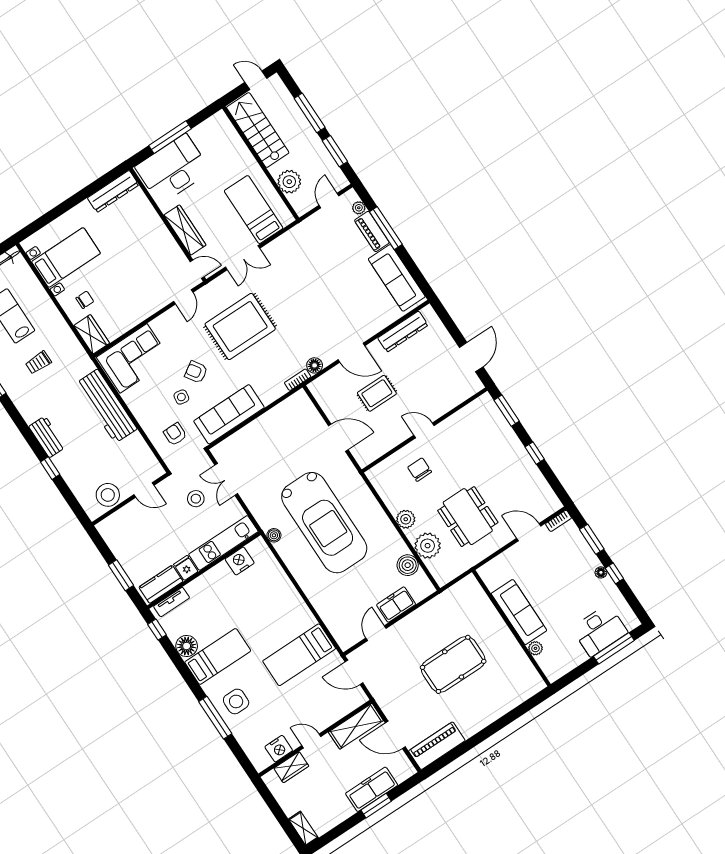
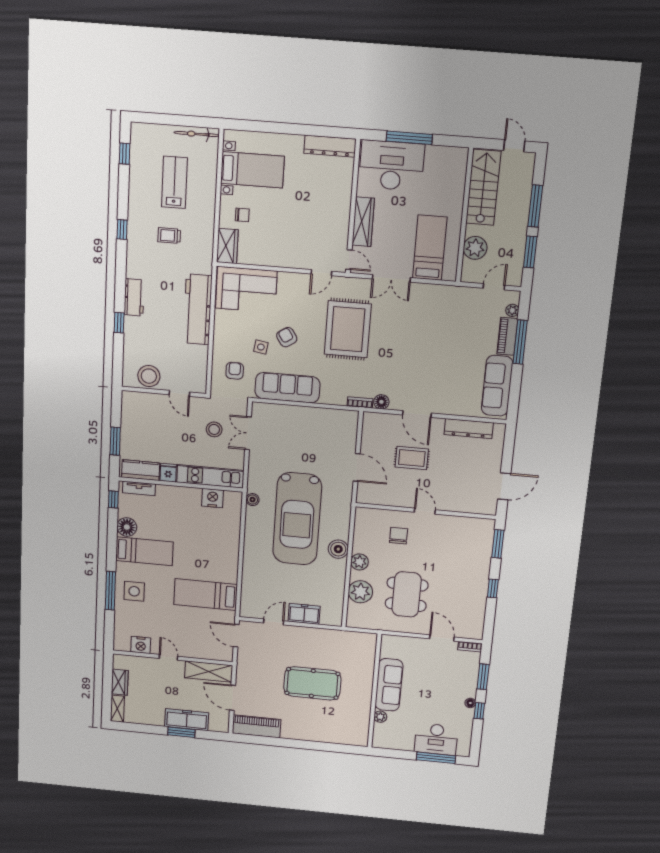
rug: (240, 326) -> (348, 329), turned 90
boiler: (408, 565) -> (338, 549), moved
wardrobe: (291, 767) -> (120, 682), moved, turned -90

